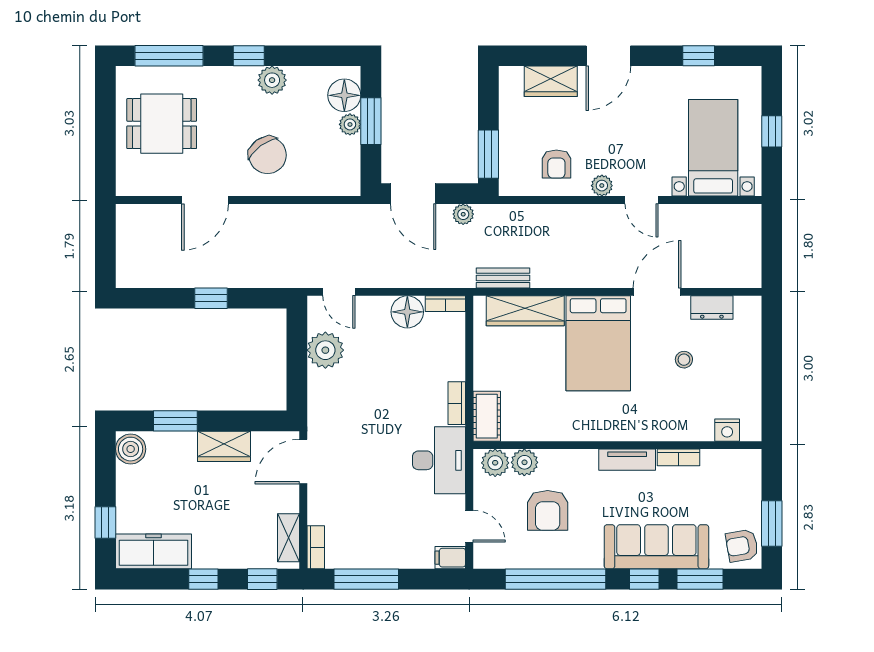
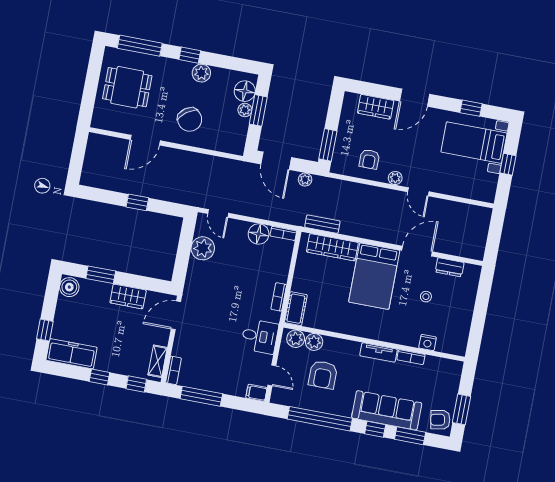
bed with nightstands: (713, 148) -> (474, 143), moved, turned -90
nightstand: (727, 430) -> (428, 343), moved
desk: (439, 460) -> (260, 336), width x0.73

